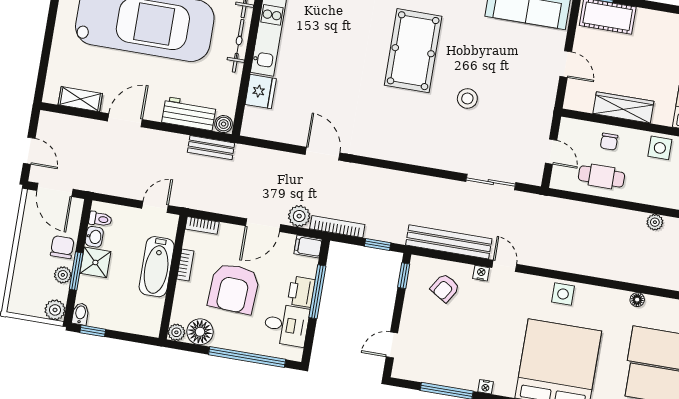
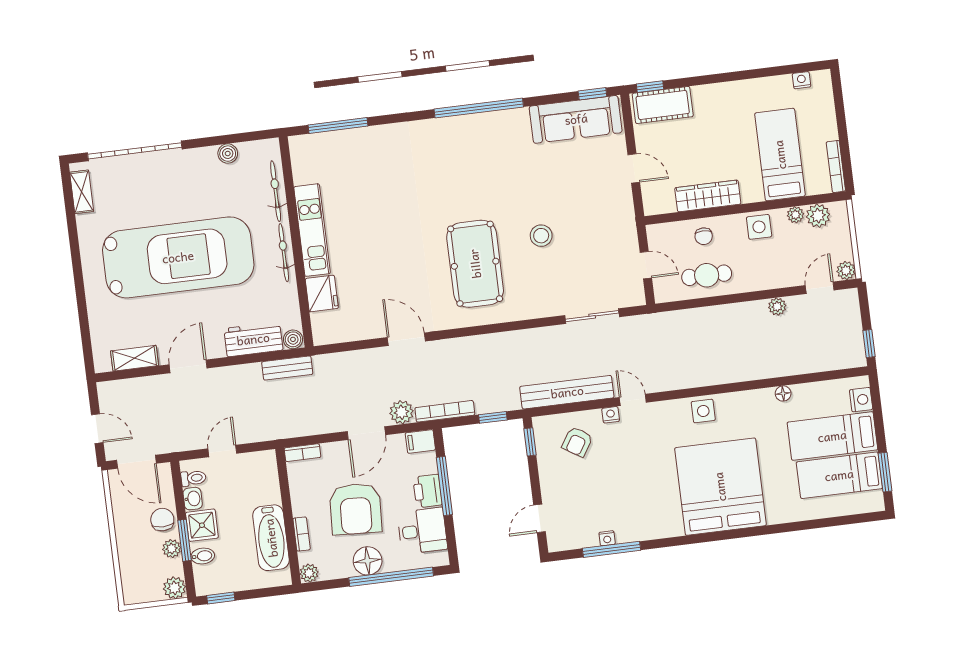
pool table: (413, 51) -> (475, 264), moved
door: (155, 207) -> (222, 451), moved
bookcase: (185, 265) -> (302, 534), moved
bathtub: (157, 267) -> (271, 538), moved
bidet: (80, 314) -> (203, 556), moved, turned 90
floor lamp: (200, 332) -> (368, 561), moved
nightstand: (486, 387) -> (607, 538), moved

